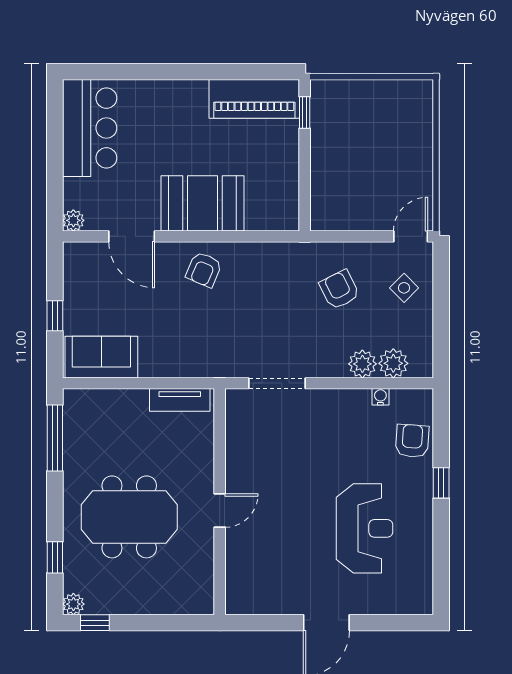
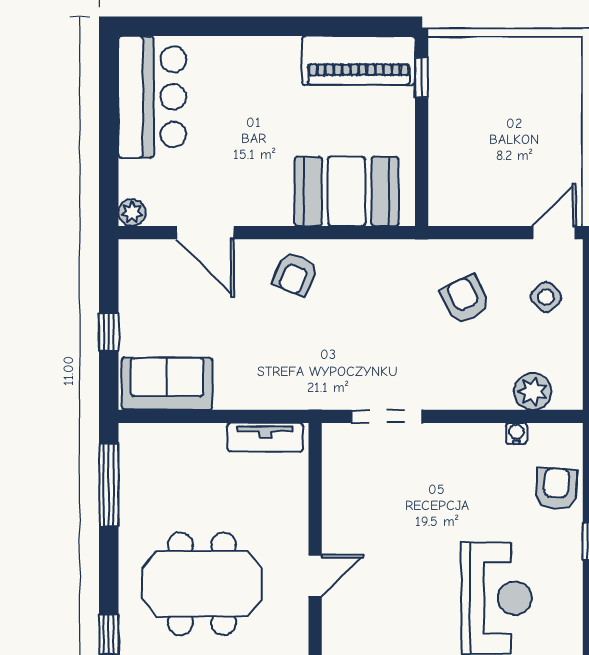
booth: (203, 203) -> (347, 191), moved
plant: (362, 364) -> (494, 392), removed

